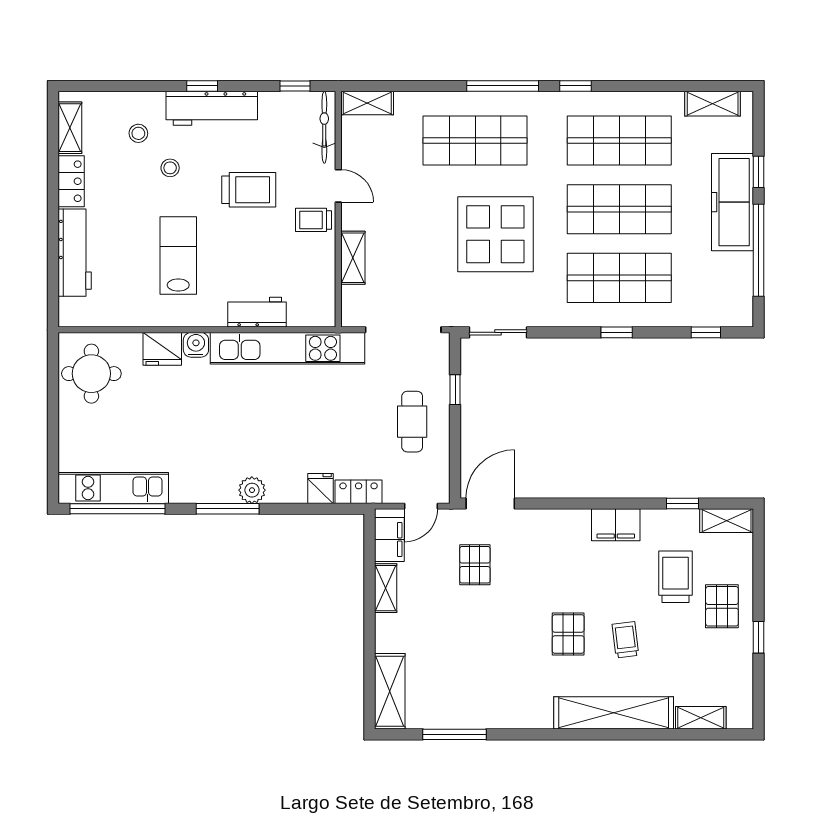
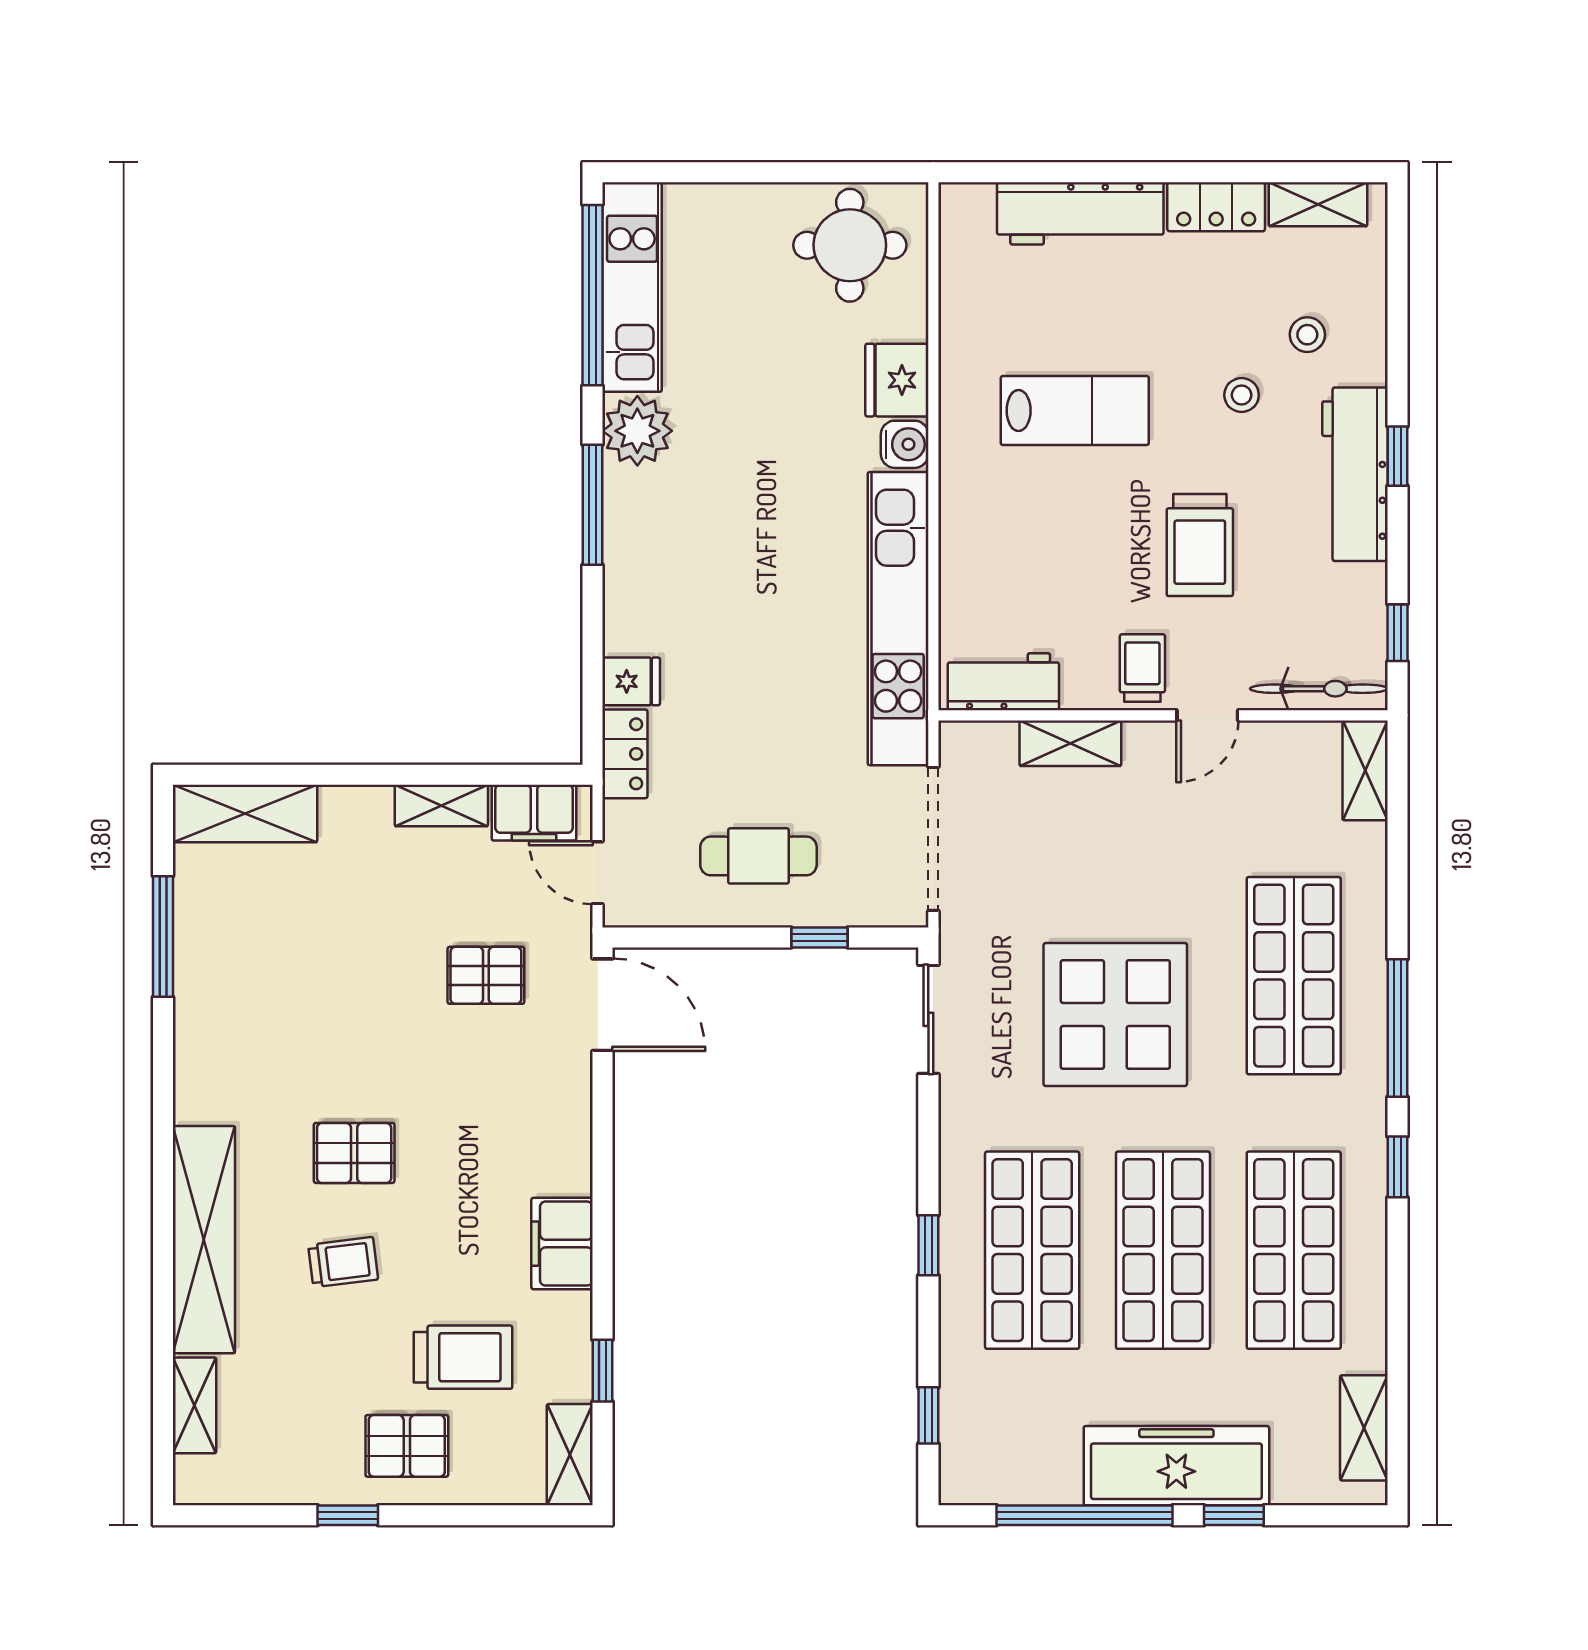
workbench: (257, 312) -> (1003, 682), moved, turned -90
plant: (252, 490) -> (637, 431), moved, width x1.36, depth x1.36

